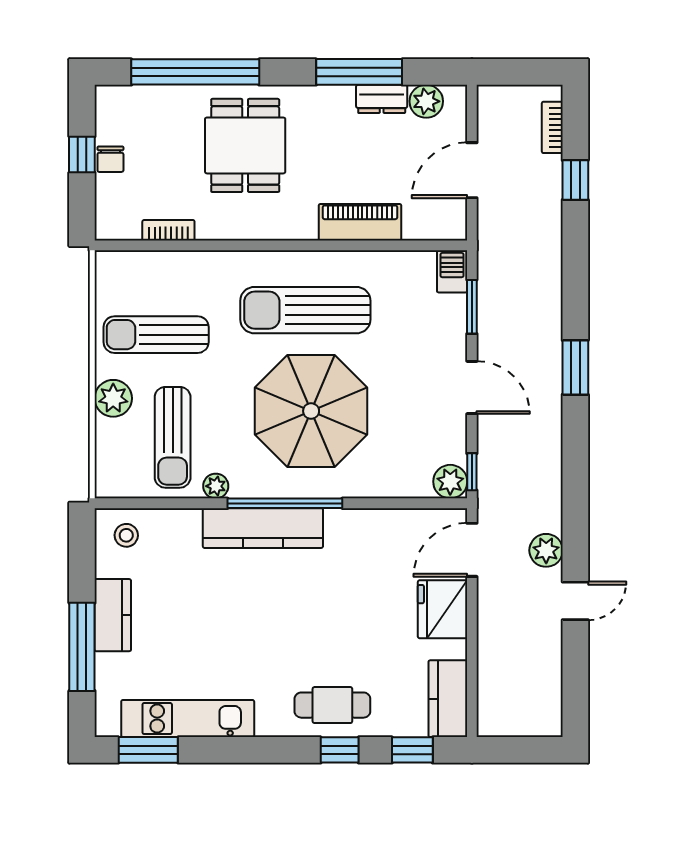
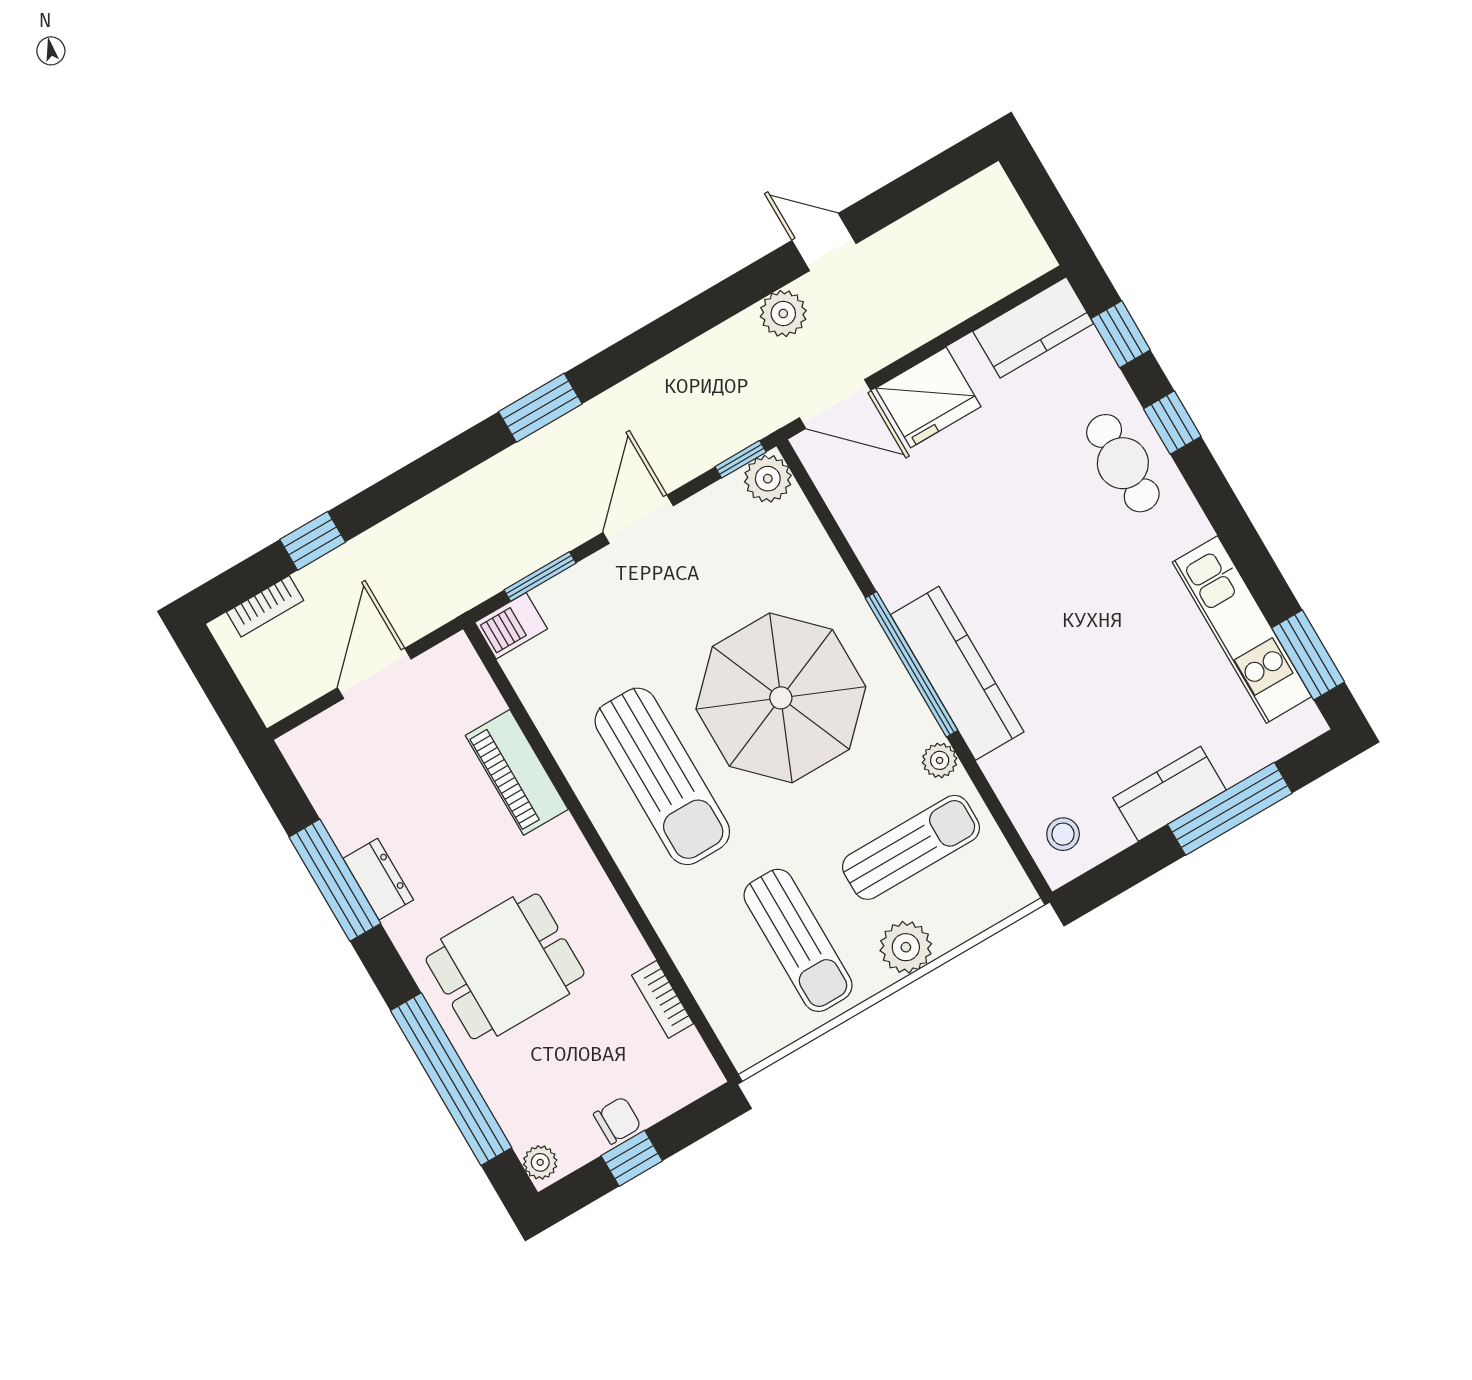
dresser: (382, 99) -> (378, 879), moved
plant: (426, 101) -> (540, 1162), moved, width x0.73, depth x0.73
door: (472, 170) -> (374, 673), swing flipped

